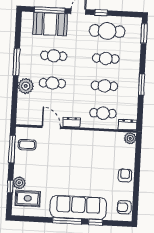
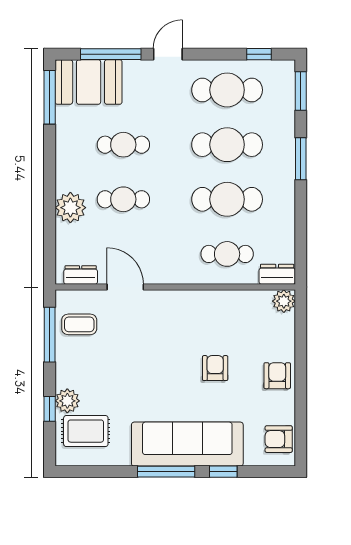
window: (101, 13) -> (259, 54), moved
booth: (50, 24) -> (89, 82), moved
cafe table: (106, 58) -> (227, 145), width x1.37, depth x1.35
window: (16, 62) -> (50, 97), moved
window: (141, 84) -> (301, 159), moved
cafe table: (104, 86) -> (227, 199), width x1.37, depth x1.35
dresser: (72, 122) -> (81, 275), moved
armchair: (94, 170) -> (215, 368), added

